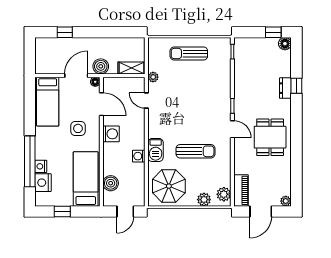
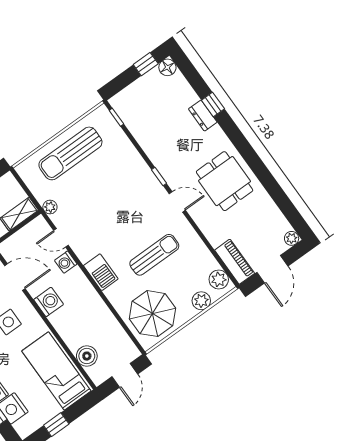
sun lounger: (189, 53) -> (70, 153), width x1.36, depth x1.34
barbecue: (156, 150) -> (101, 272), moved
washing machine: (139, 156) -> (66, 262), moved

